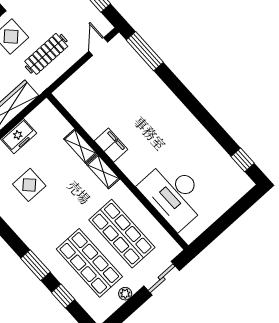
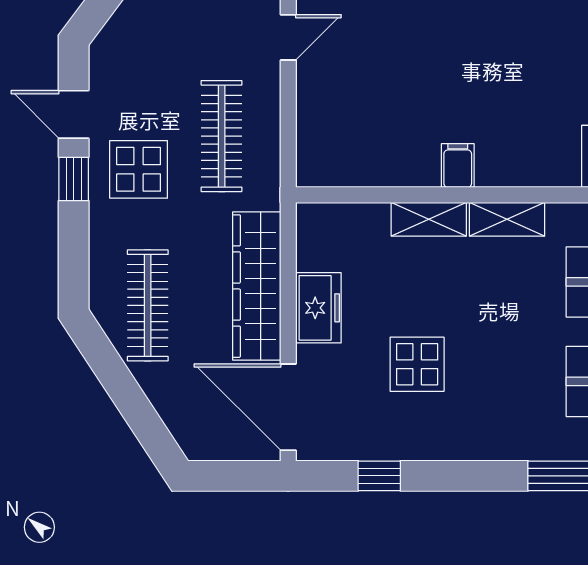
door: (98, 47) -> (288, 37), swing flipped
filing cabinet: (111, 145) -> (458, 166), width x0.50

